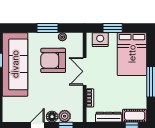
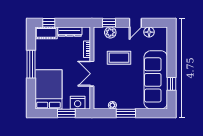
armchair: (53, 60) -> (121, 84), removed
double door: (85, 71) -> (92, 74), swing flipped
coffee table: (55, 89) -> (119, 58), added
floor lamp: (52, 117) -> (149, 32), moved

